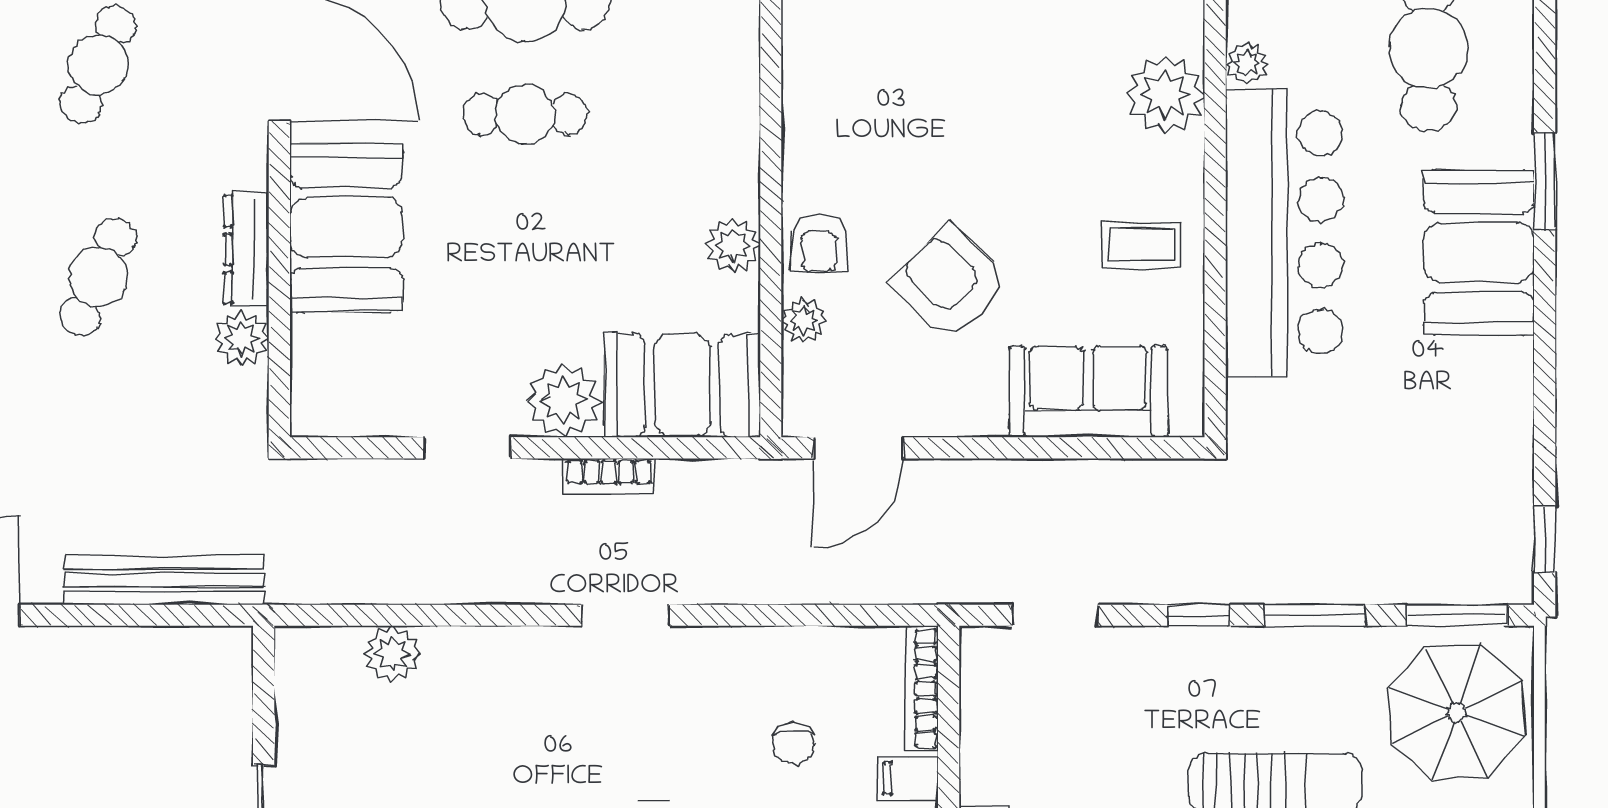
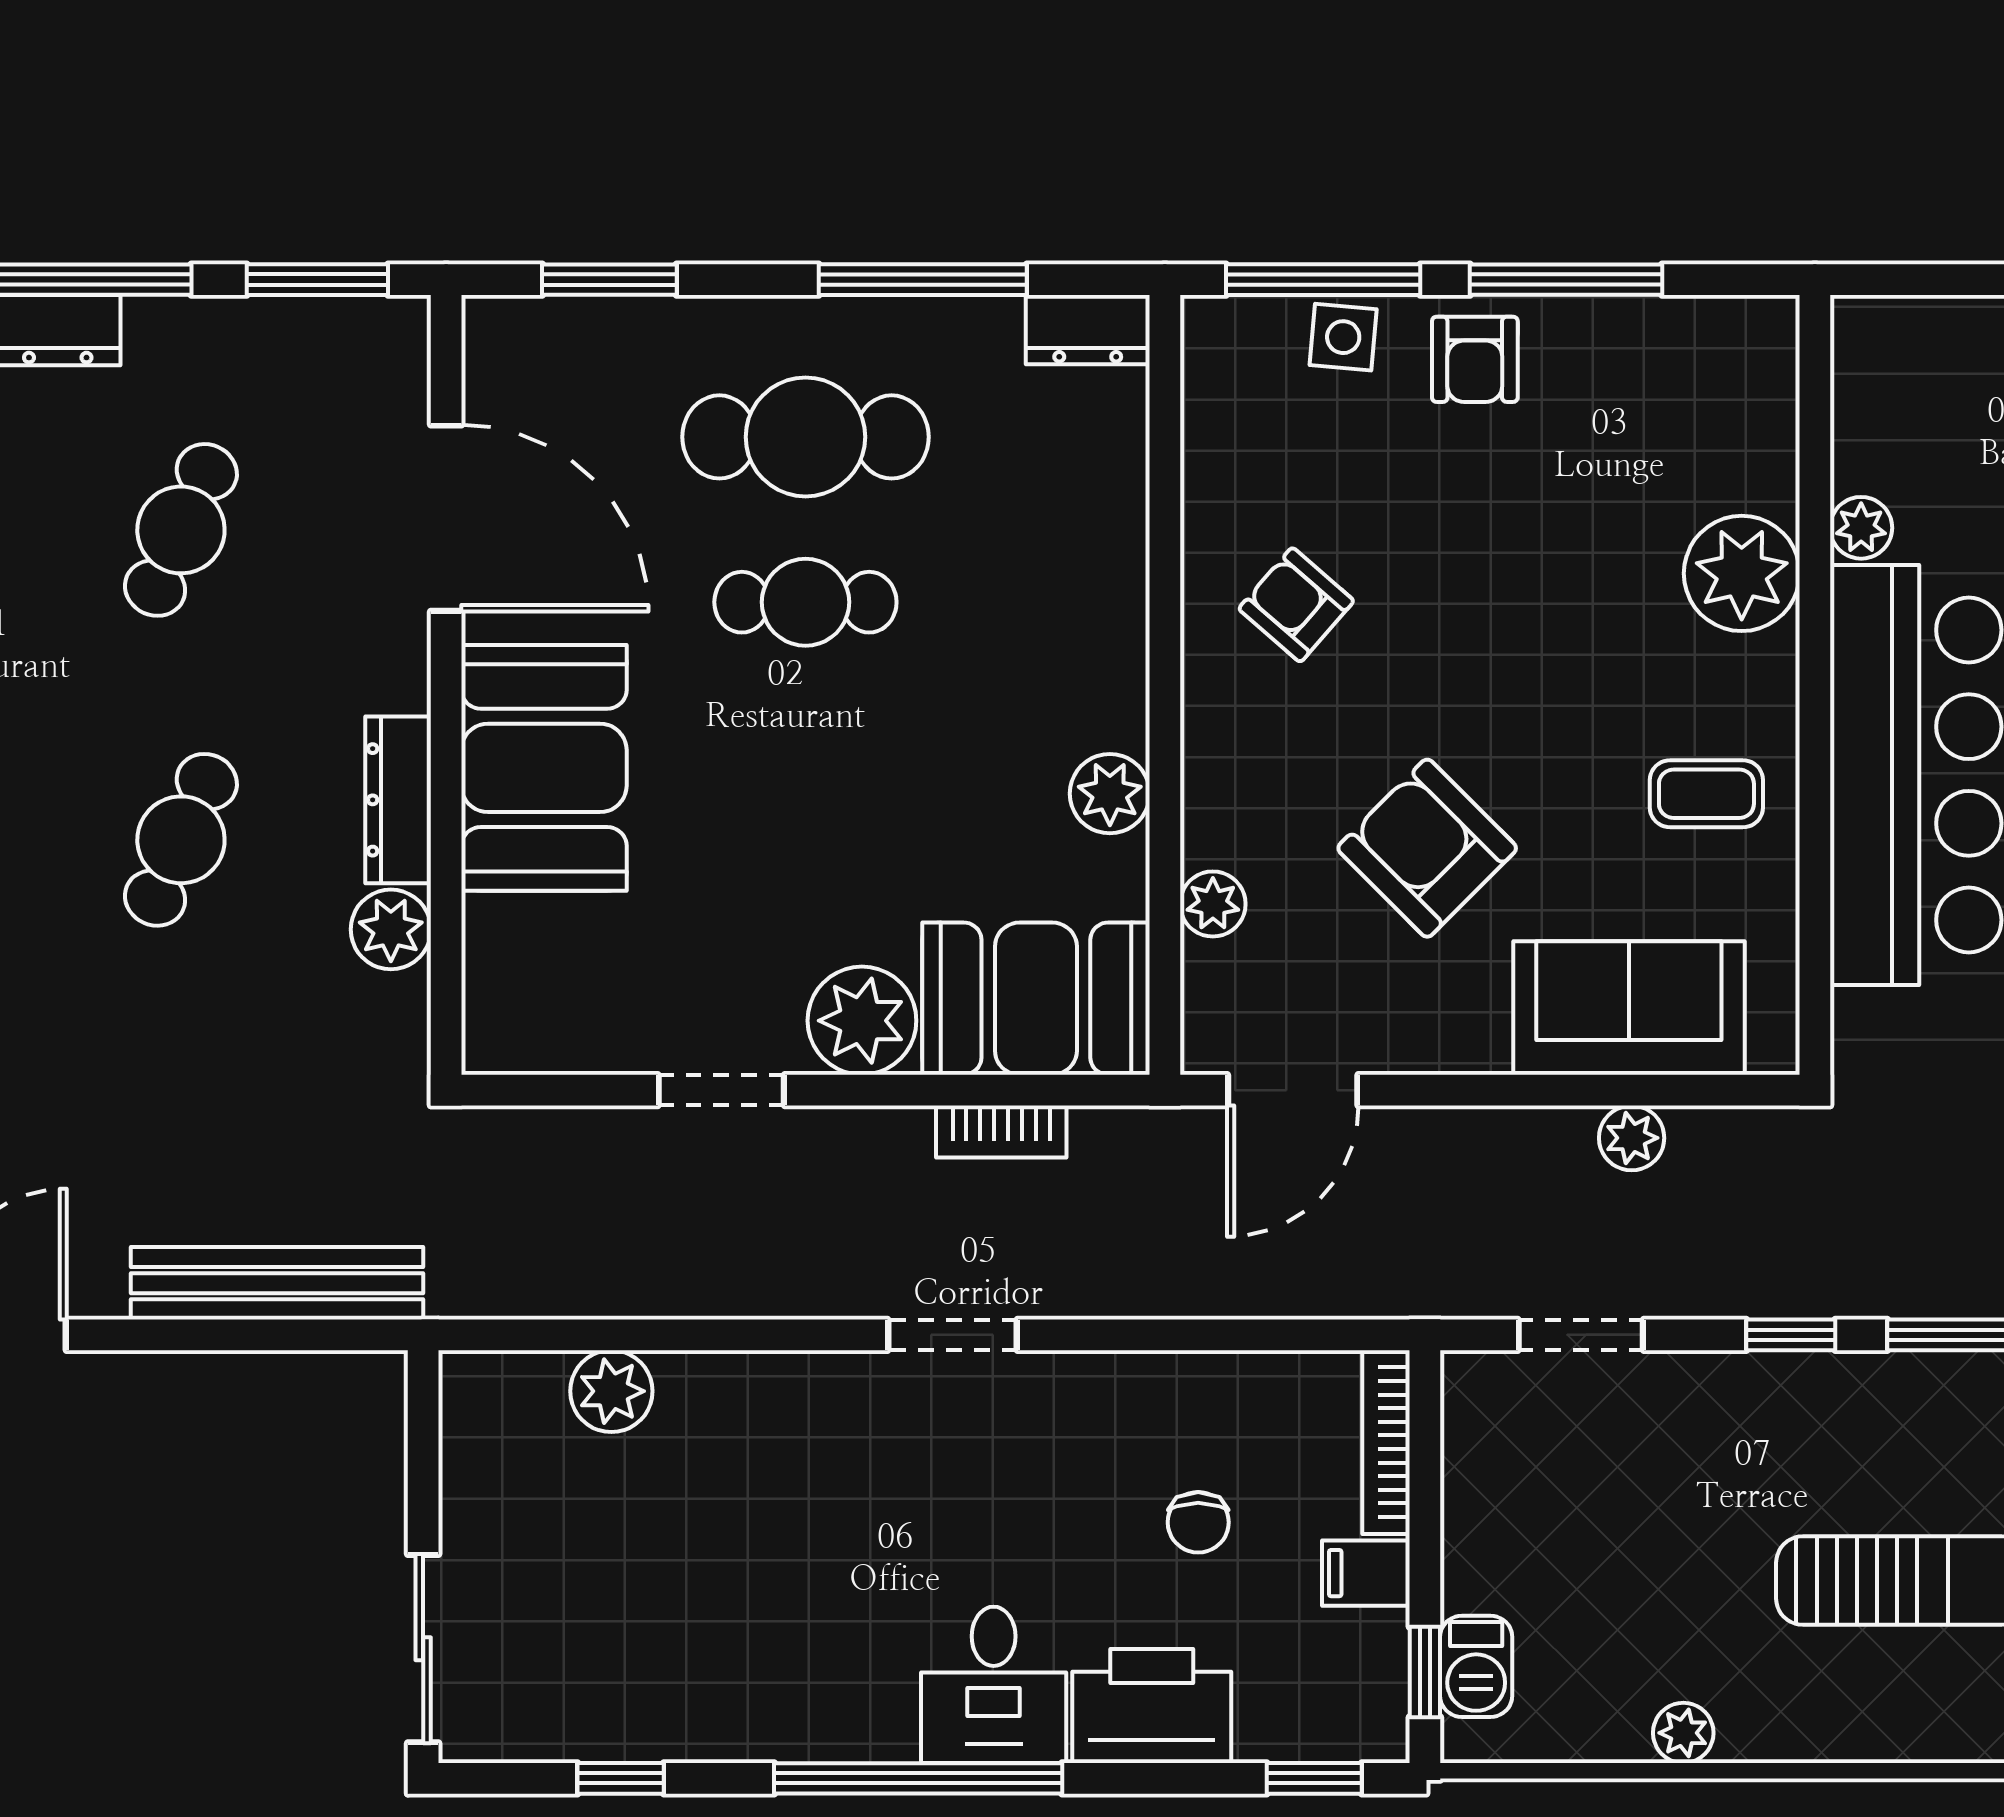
armchair: (819, 243) -> (1296, 605), moved, turned 131
bookcase: (609, 476) -> (1001, 1132), moved
plant: (1090, 481) -> (1632, 1138), added

